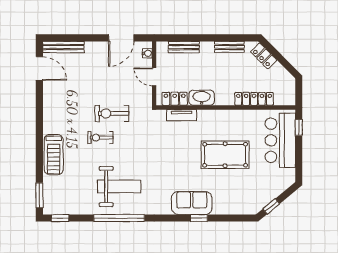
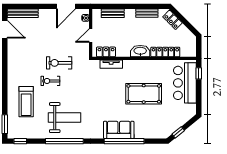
door: (154, 77) -> (91, 36), hinge flipped
washbasin: (202, 98) -> (140, 51), moved
treadmill: (54, 155) -> (26, 102), moved
window: (199, 218) -> (124, 141), width x3.17

